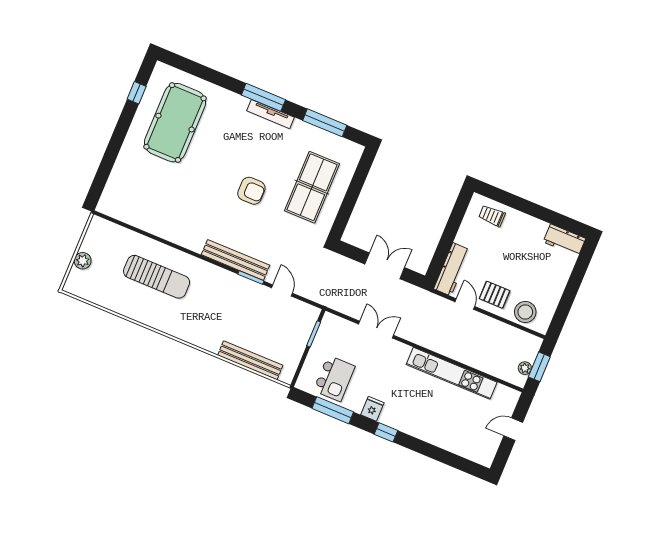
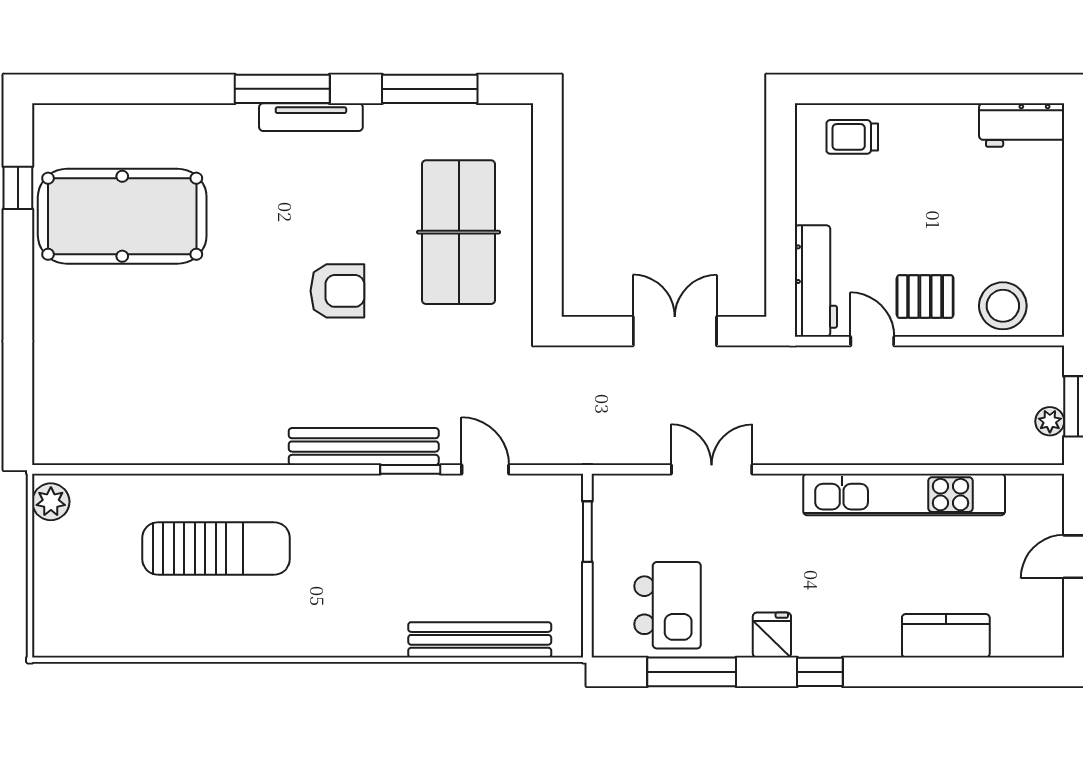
pool table: (175, 123) -> (122, 216), turned 90
plant: (83, 261) -> (51, 502), moved
kitchen counter: (445, 439) -> (946, 636), added

